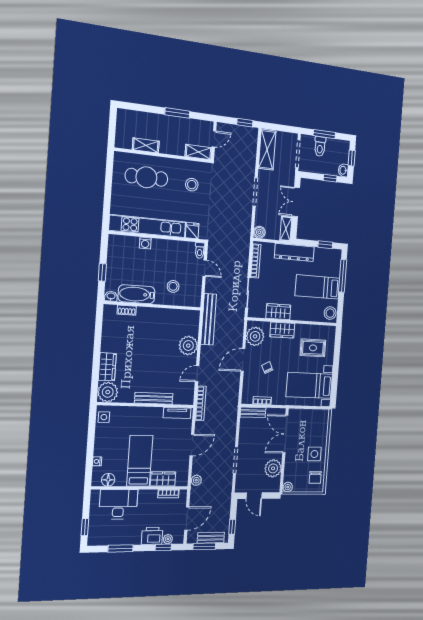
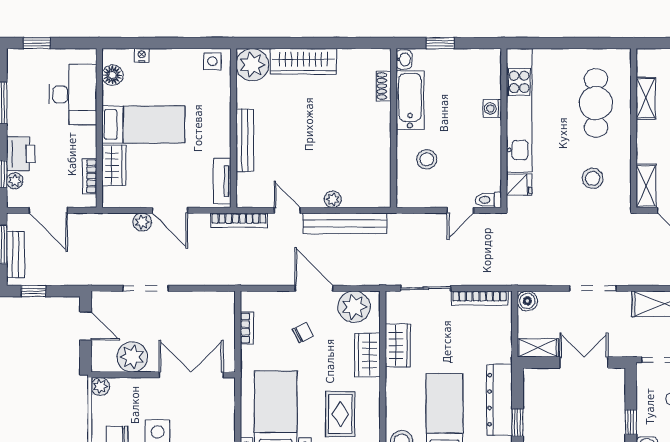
dresser: (294, 252) -> (499, 400), moved
bench: (209, 319) -> (345, 223), moved
plant: (188, 346) -> (333, 199), width x0.53, depth x0.53
wardrobe: (107, 367) -> (303, 61), width x1.50
bench: (253, 412) -> (227, 313), removed
plant: (196, 480) -> (142, 222), moved
door: (254, 496) -> (86, 326), swing flipped

